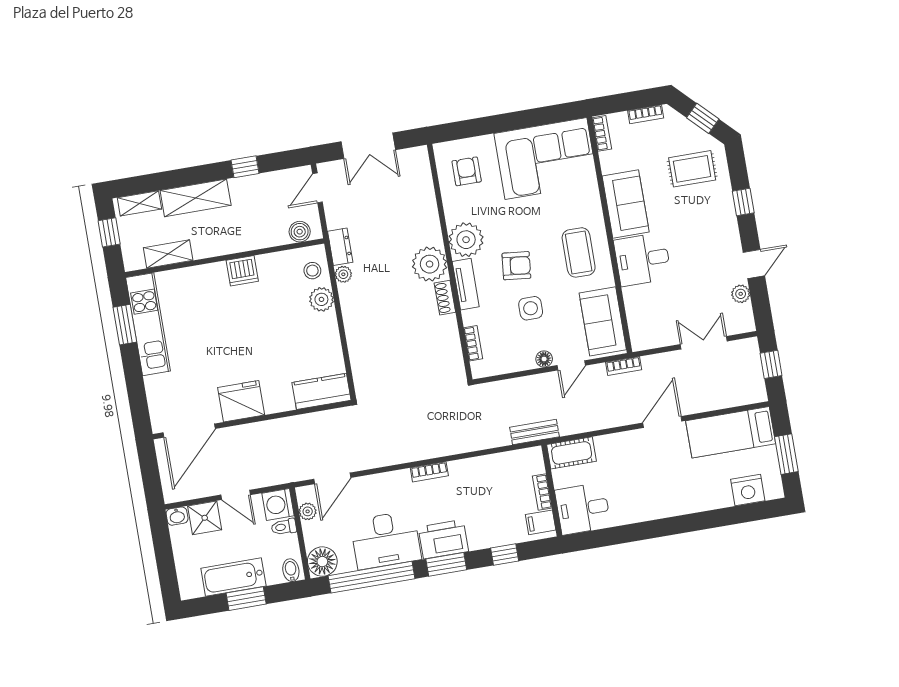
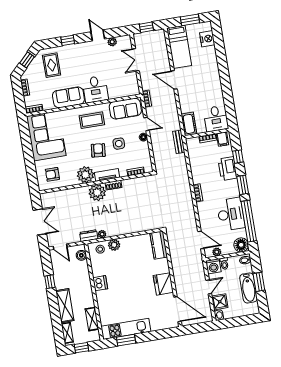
printer: (443, 539) -> (228, 169), moved

